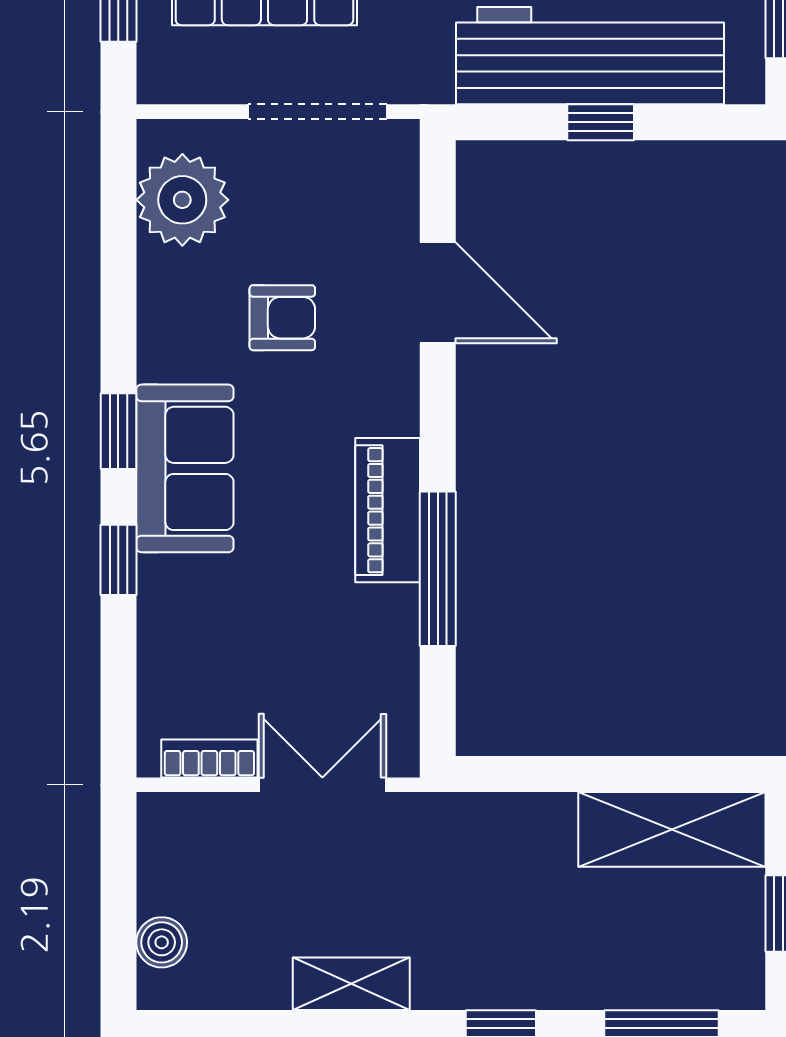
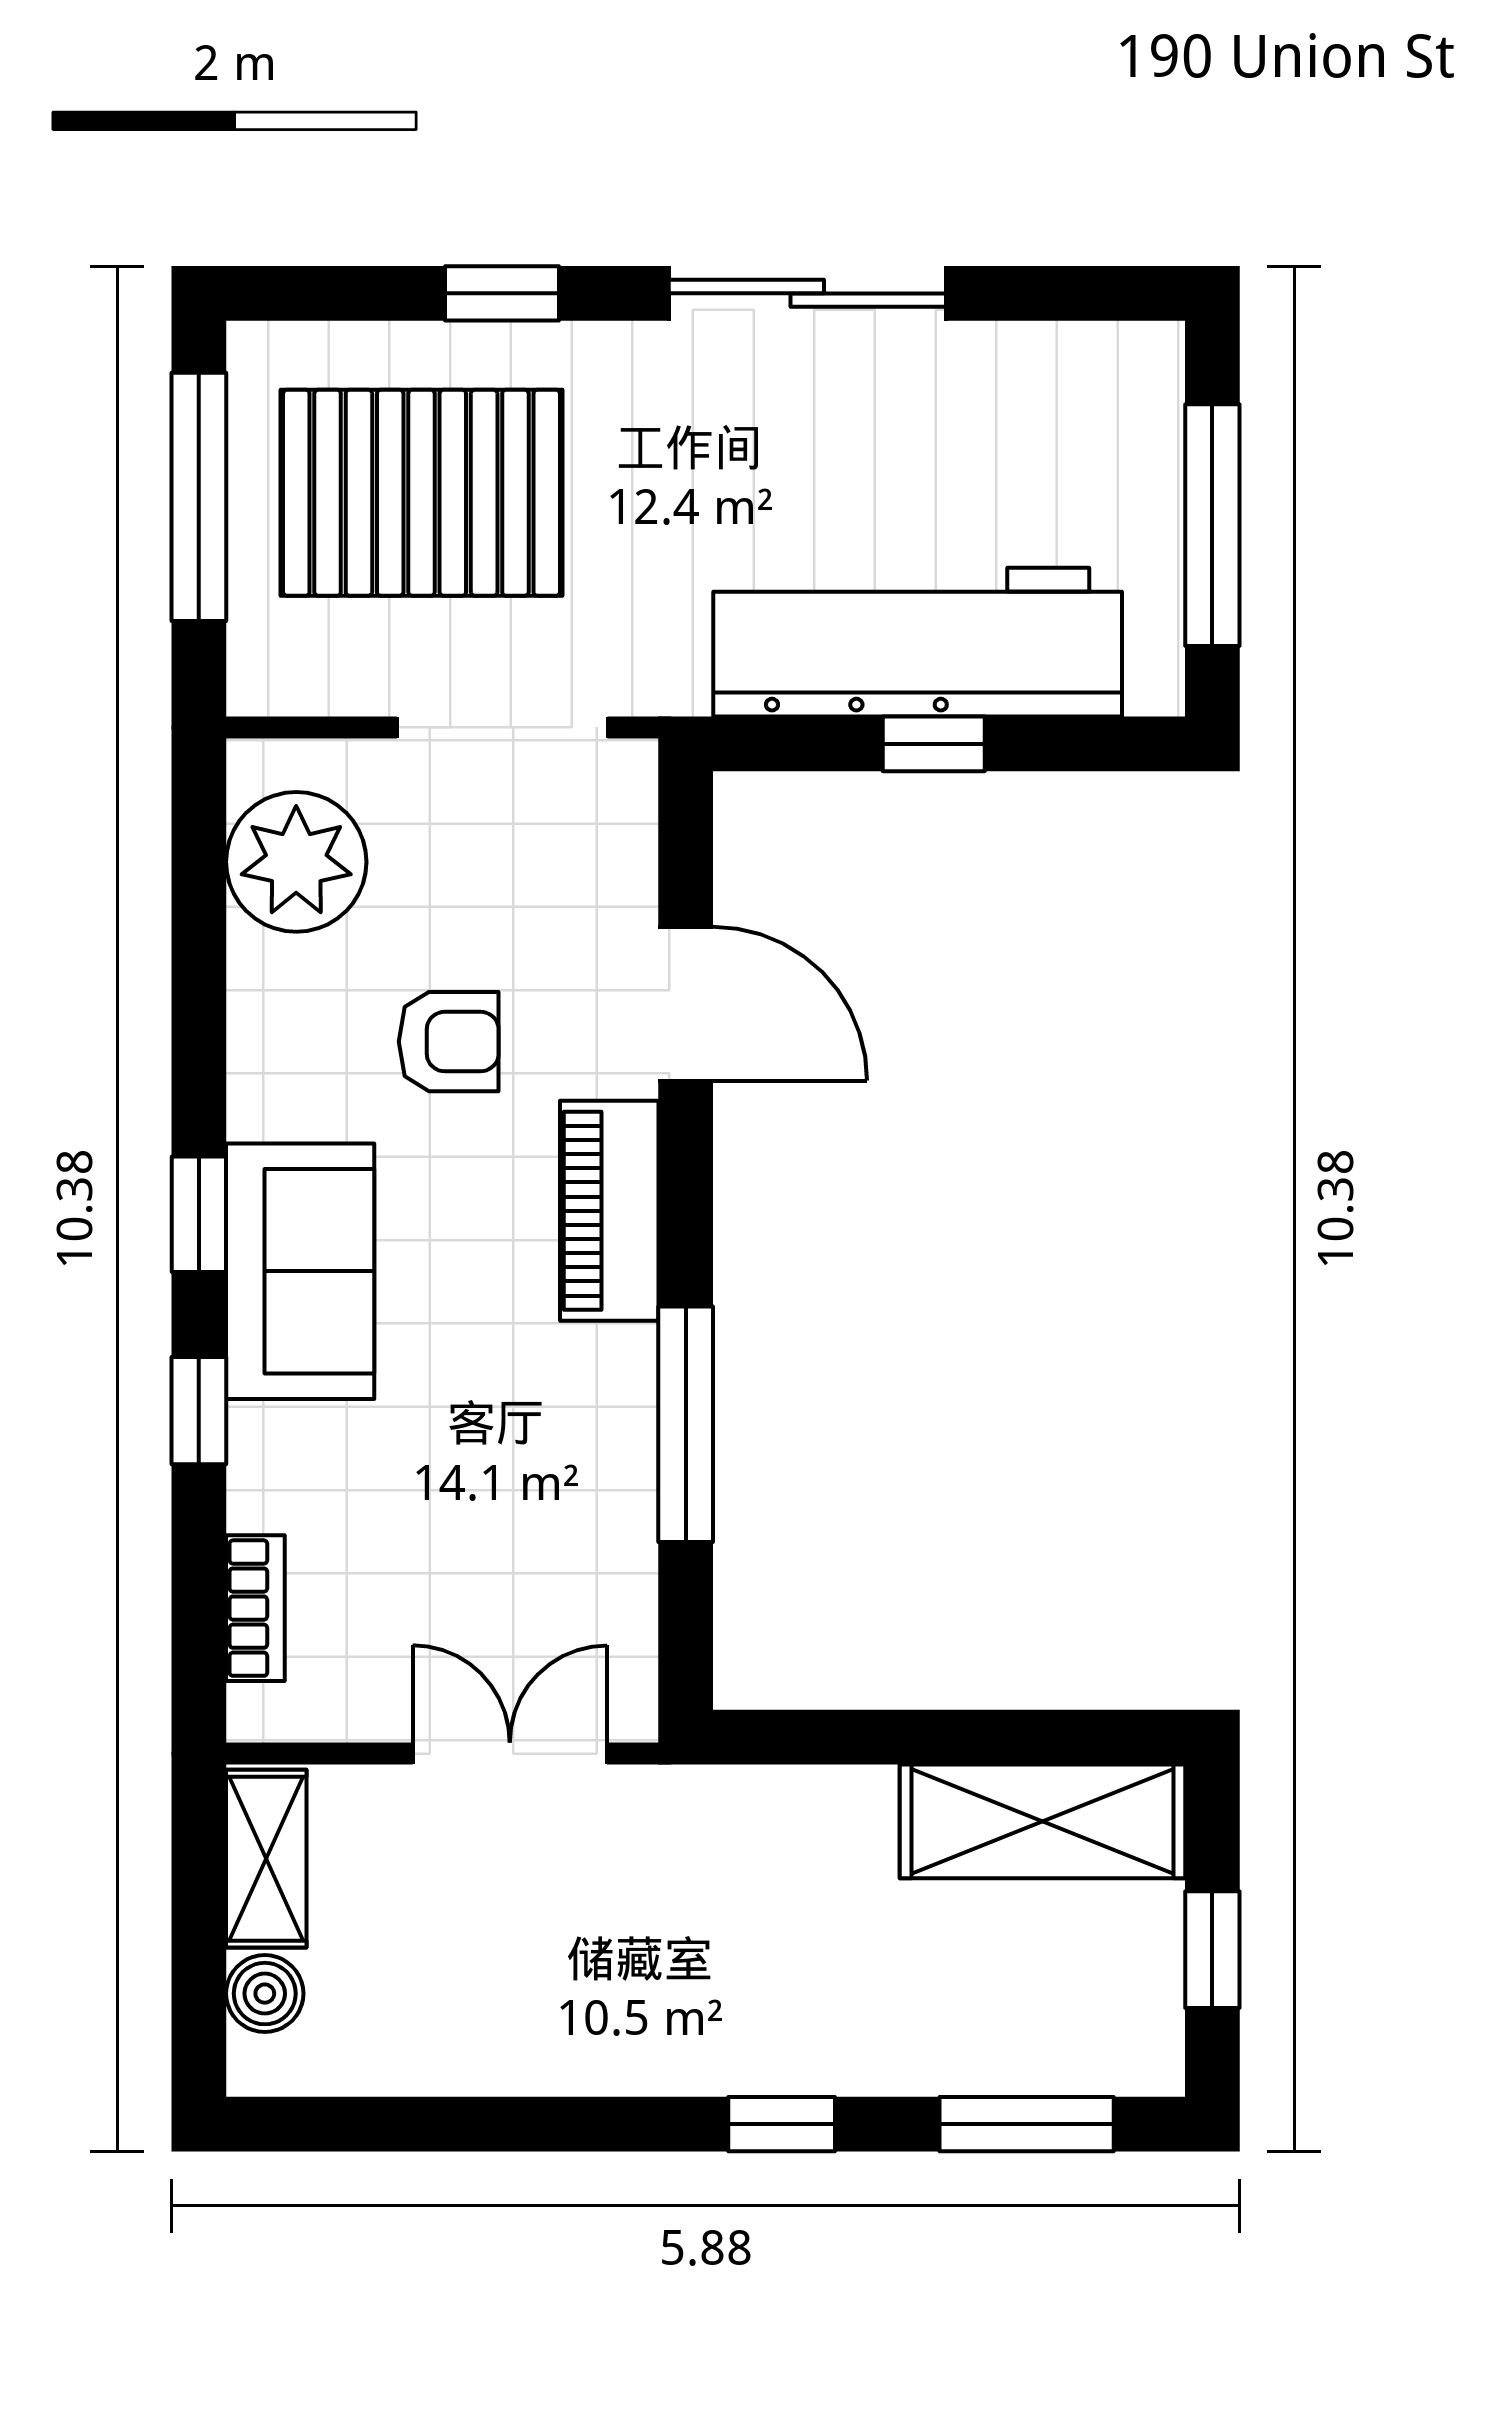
piano: (388, 510) -> (609, 1211), moved
bookcase: (209, 759) -> (255, 1608), moved, turned 90
shelving: (351, 984) -> (266, 1859), moved, turned 90

